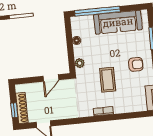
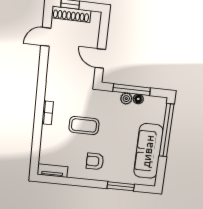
window: (70, 48) -> (132, 90), added
plant: (80, 63) -> (126, 99), moved
armchair: (136, 64) -> (95, 161), turned 90

